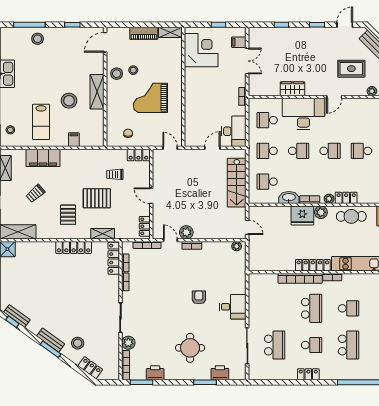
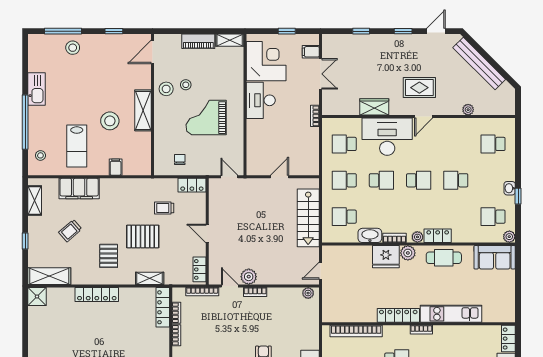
rug: (351, 69) -> (419, 88), moved
desk: (234, 131) -> (261, 100), moved, turned 180
door: (247, 227) -> (321, 271), swing flipped
locker: (74, 247) -> (97, 295), moved
bookcase: (300, 278) -> (356, 331), moved

